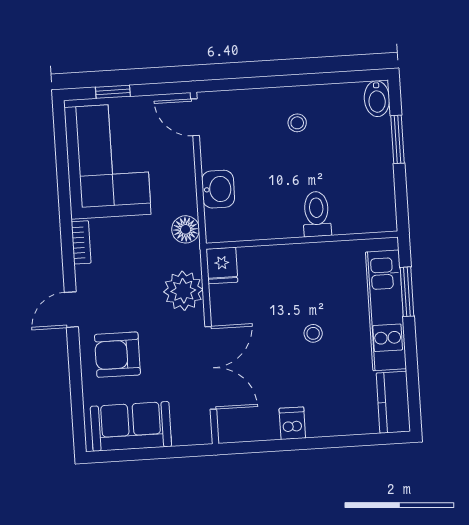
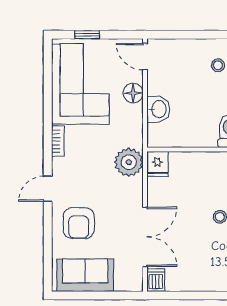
floor lamp: (186, 229) -> (133, 93), moved
plant: (183, 291) -> (129, 162), moved
armchair: (117, 355) -> (79, 223), turned -90
dishwasher: (292, 423) -> (156, 280), moved

